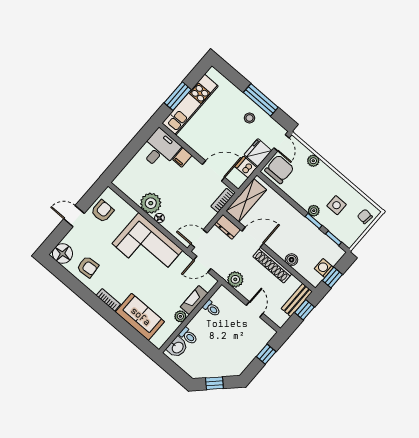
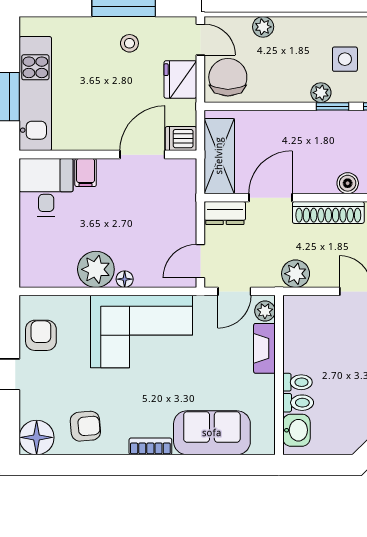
dishwasher: (246, 167) -> (181, 139), moved
bookcase: (222, 201) -> (188, 184), removed
toilet: (212, 308) -> (297, 382), moved
plant: (180, 316) -> (265, 311), moved

